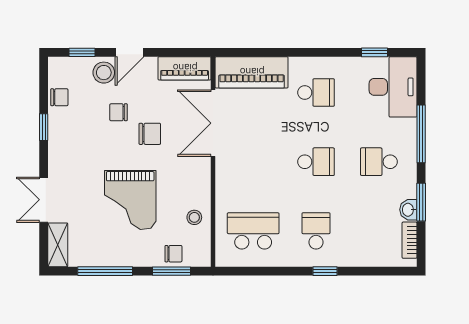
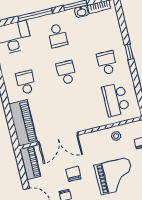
school desk: (316, 231) -> (107, 63), turned 90

